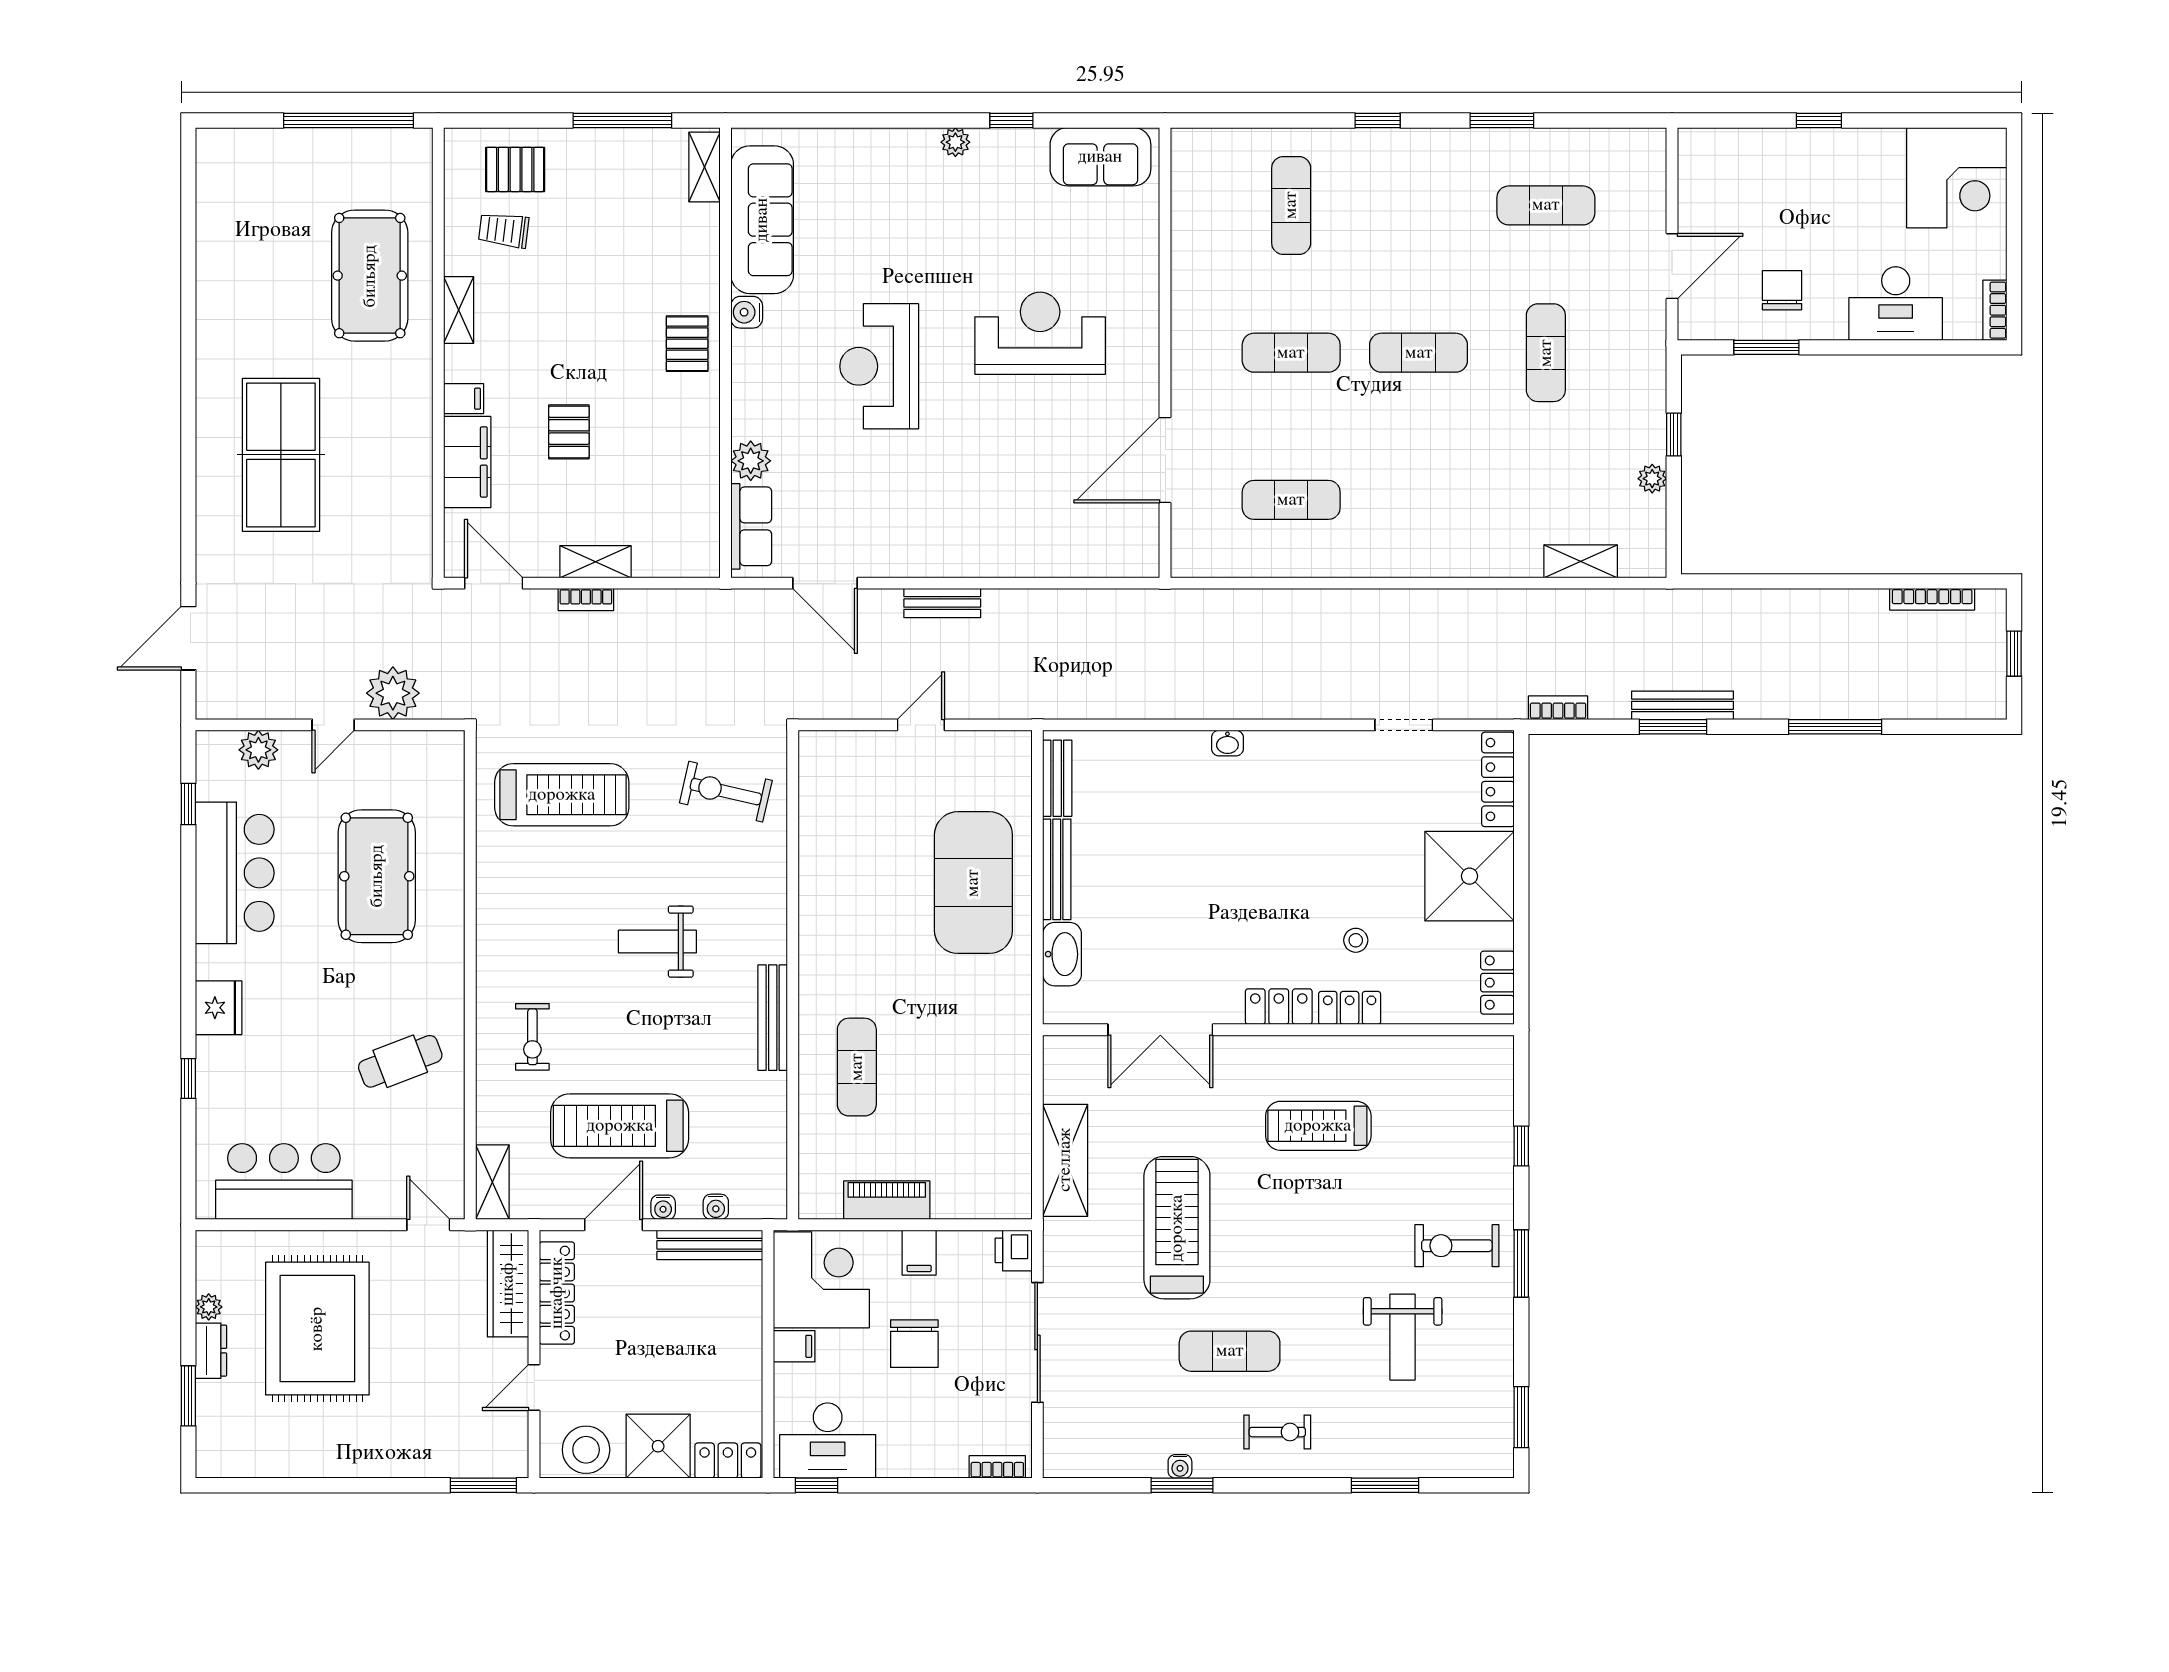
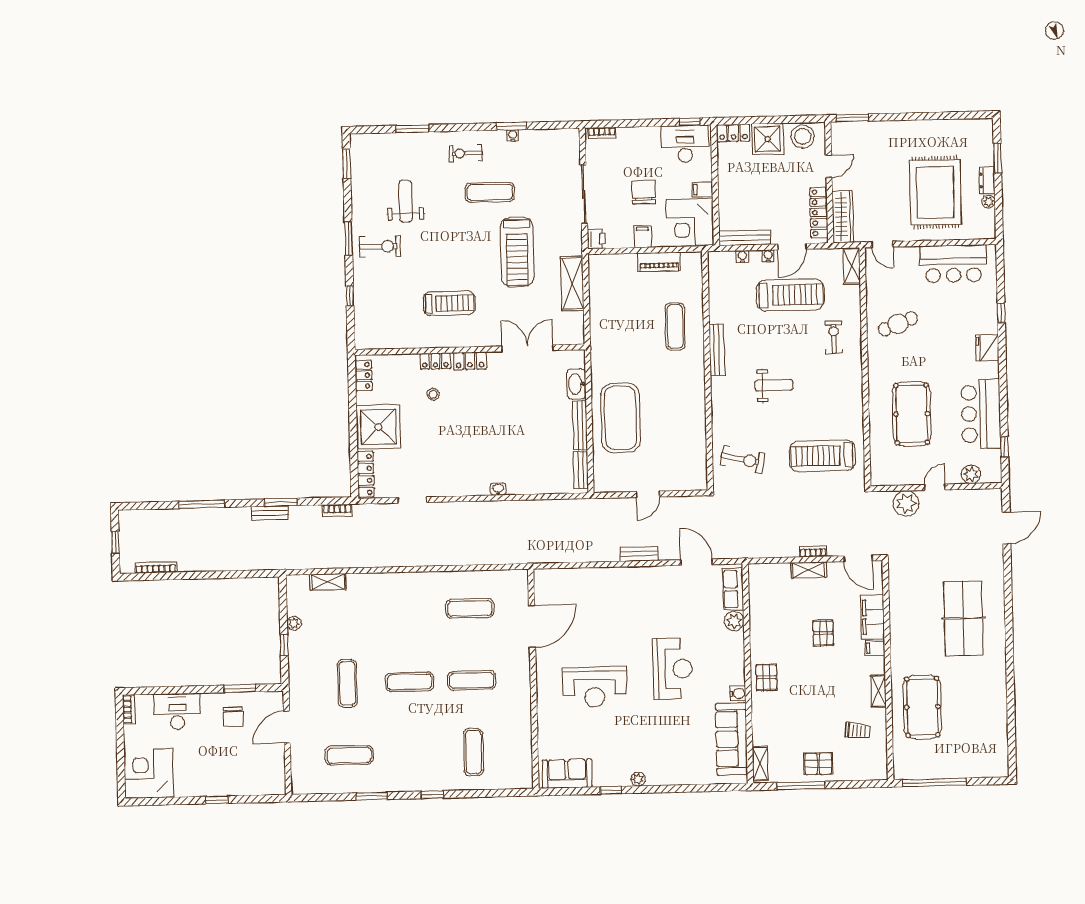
pallet: (515, 169) -> (818, 764), moved
bench: (1683, 705) -> (270, 513), width x0.73

